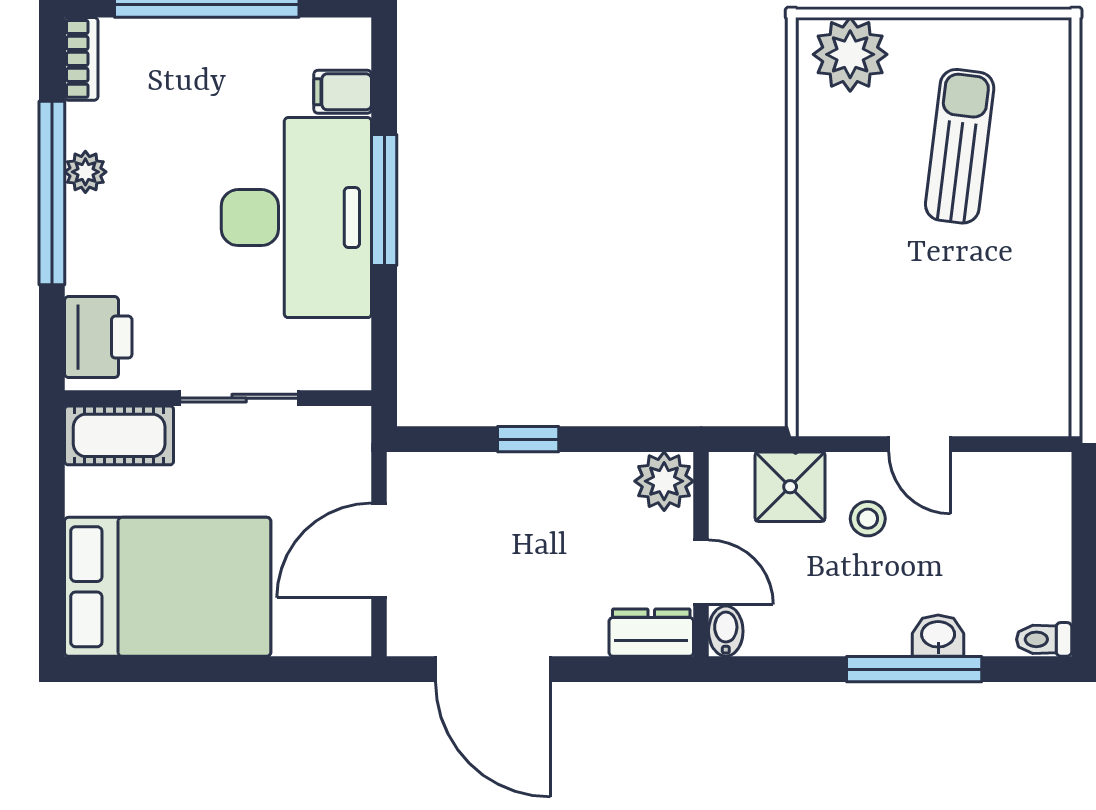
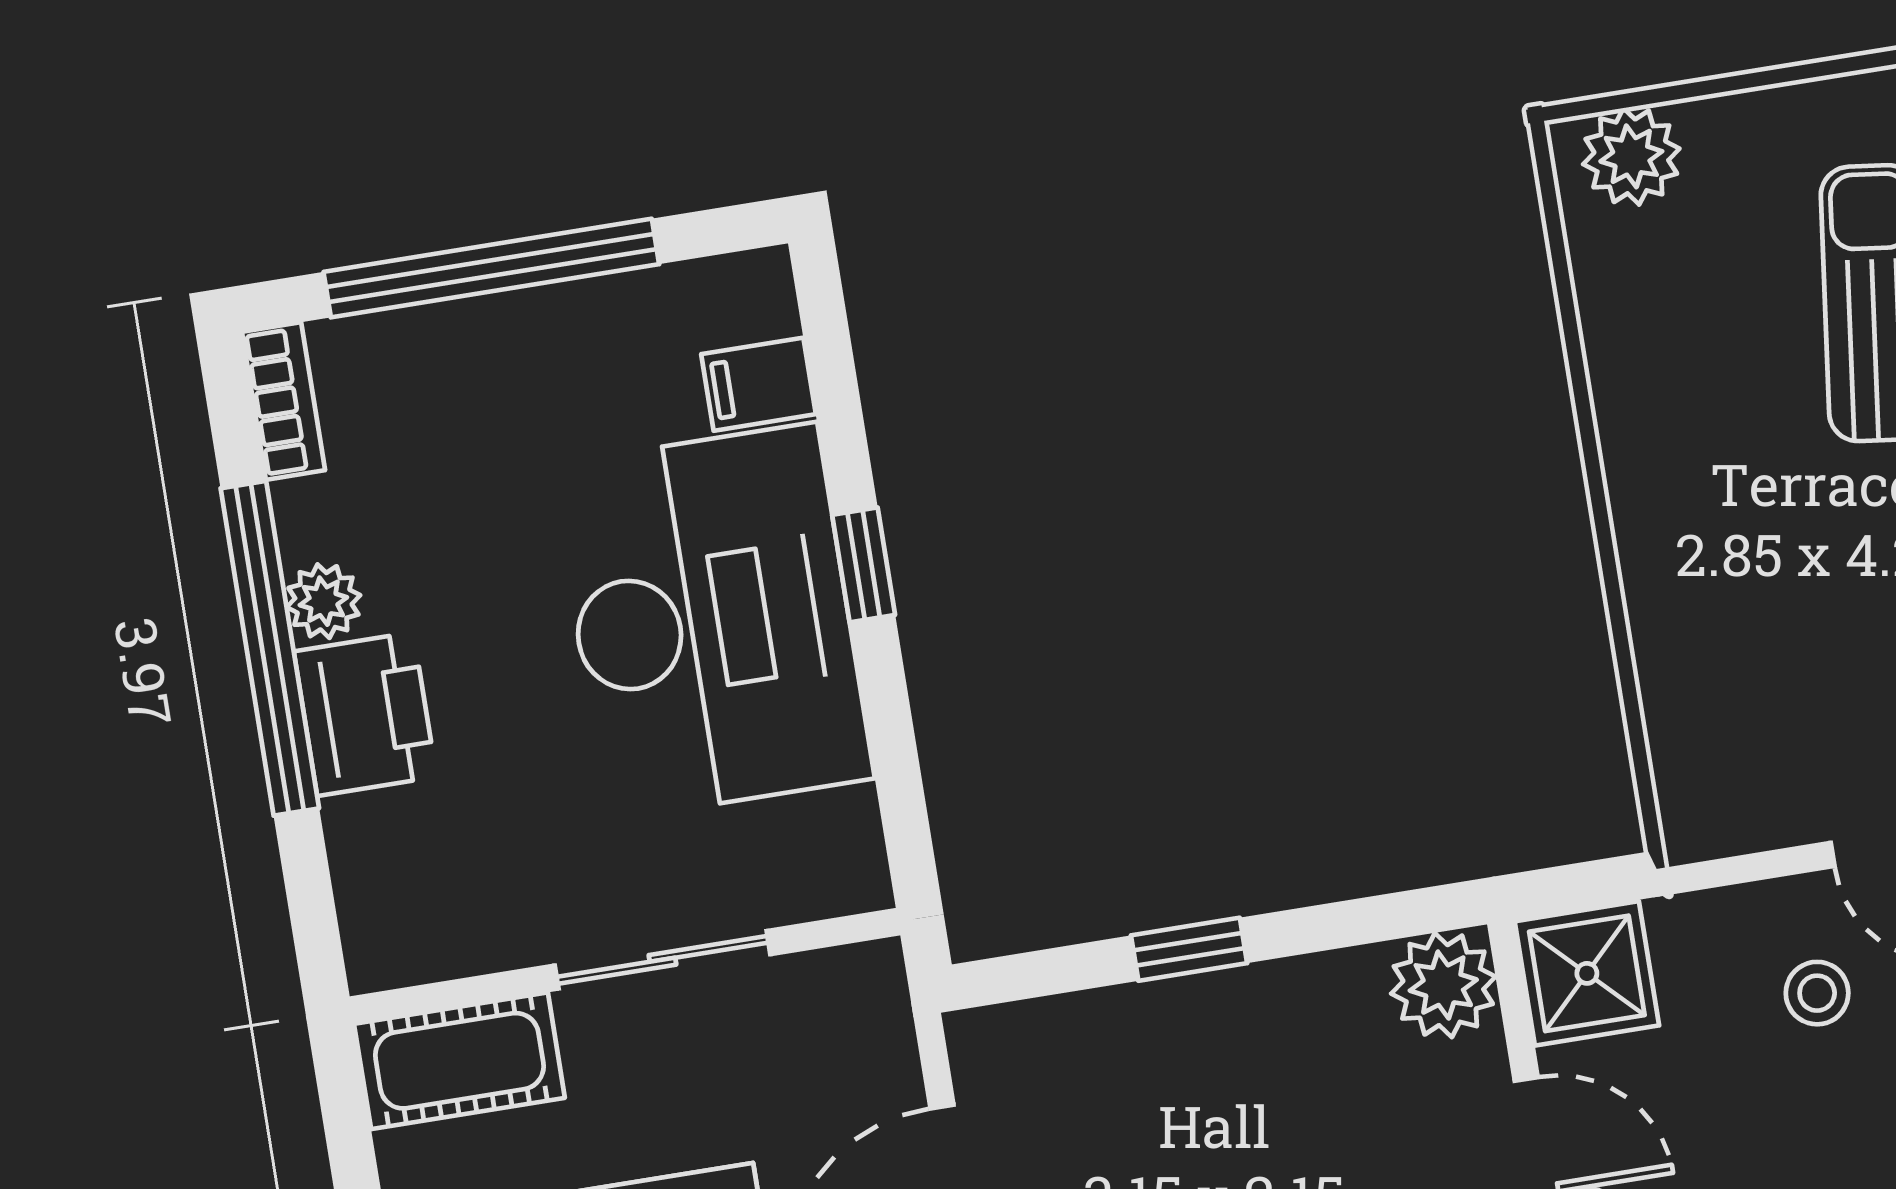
plant: (850, 54) -> (1631, 156), width x0.73, depth x0.73
window: (384, 200) -> (864, 565), width x0.46
printer: (98, 337) -> (365, 714), moved
shower: (790, 487) -> (1587, 973), moved

